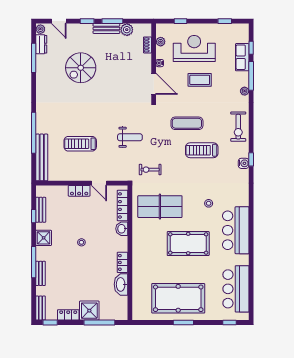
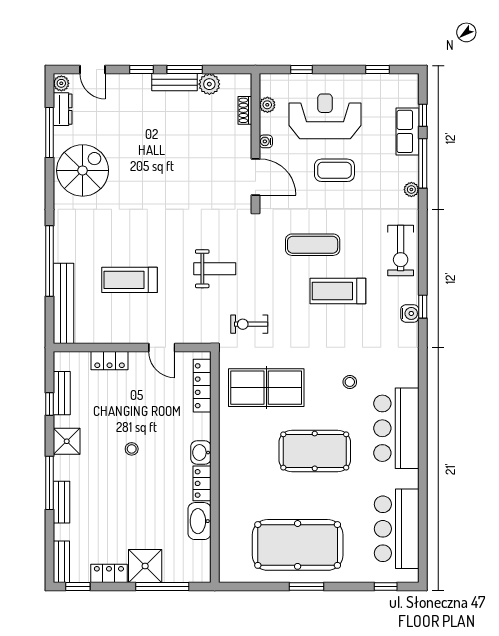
spiral stairs: (81, 68) -> (83, 170), moved, turned 180
locker: (79, 191) -> (110, 361), moved
washbasin: (122, 229) -> (201, 453), moved

